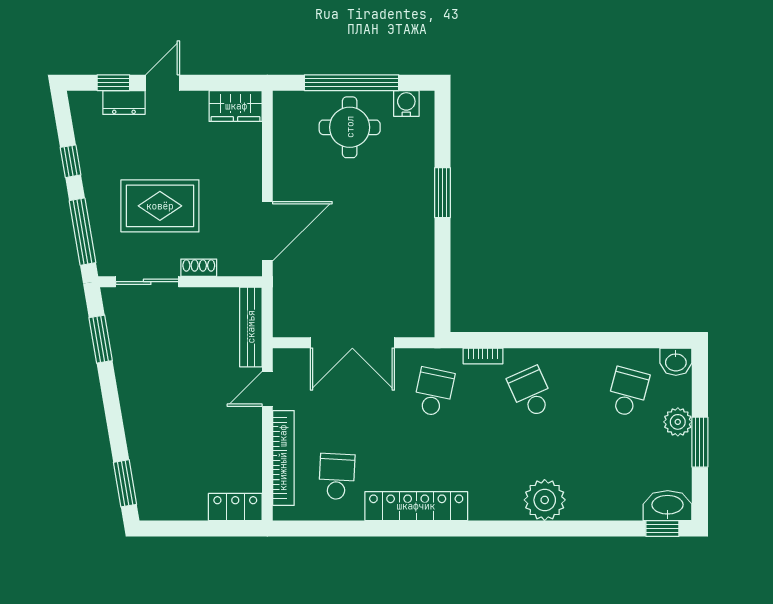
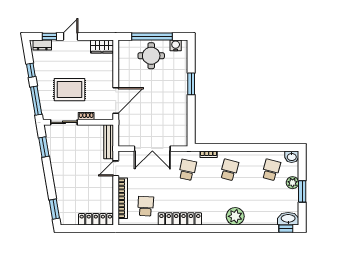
dresser: (124, 103) -> (42, 45), moved
school desk: (531, 392) -> (229, 170), turned 39
locker: (235, 507) -> (96, 219), width x1.53

